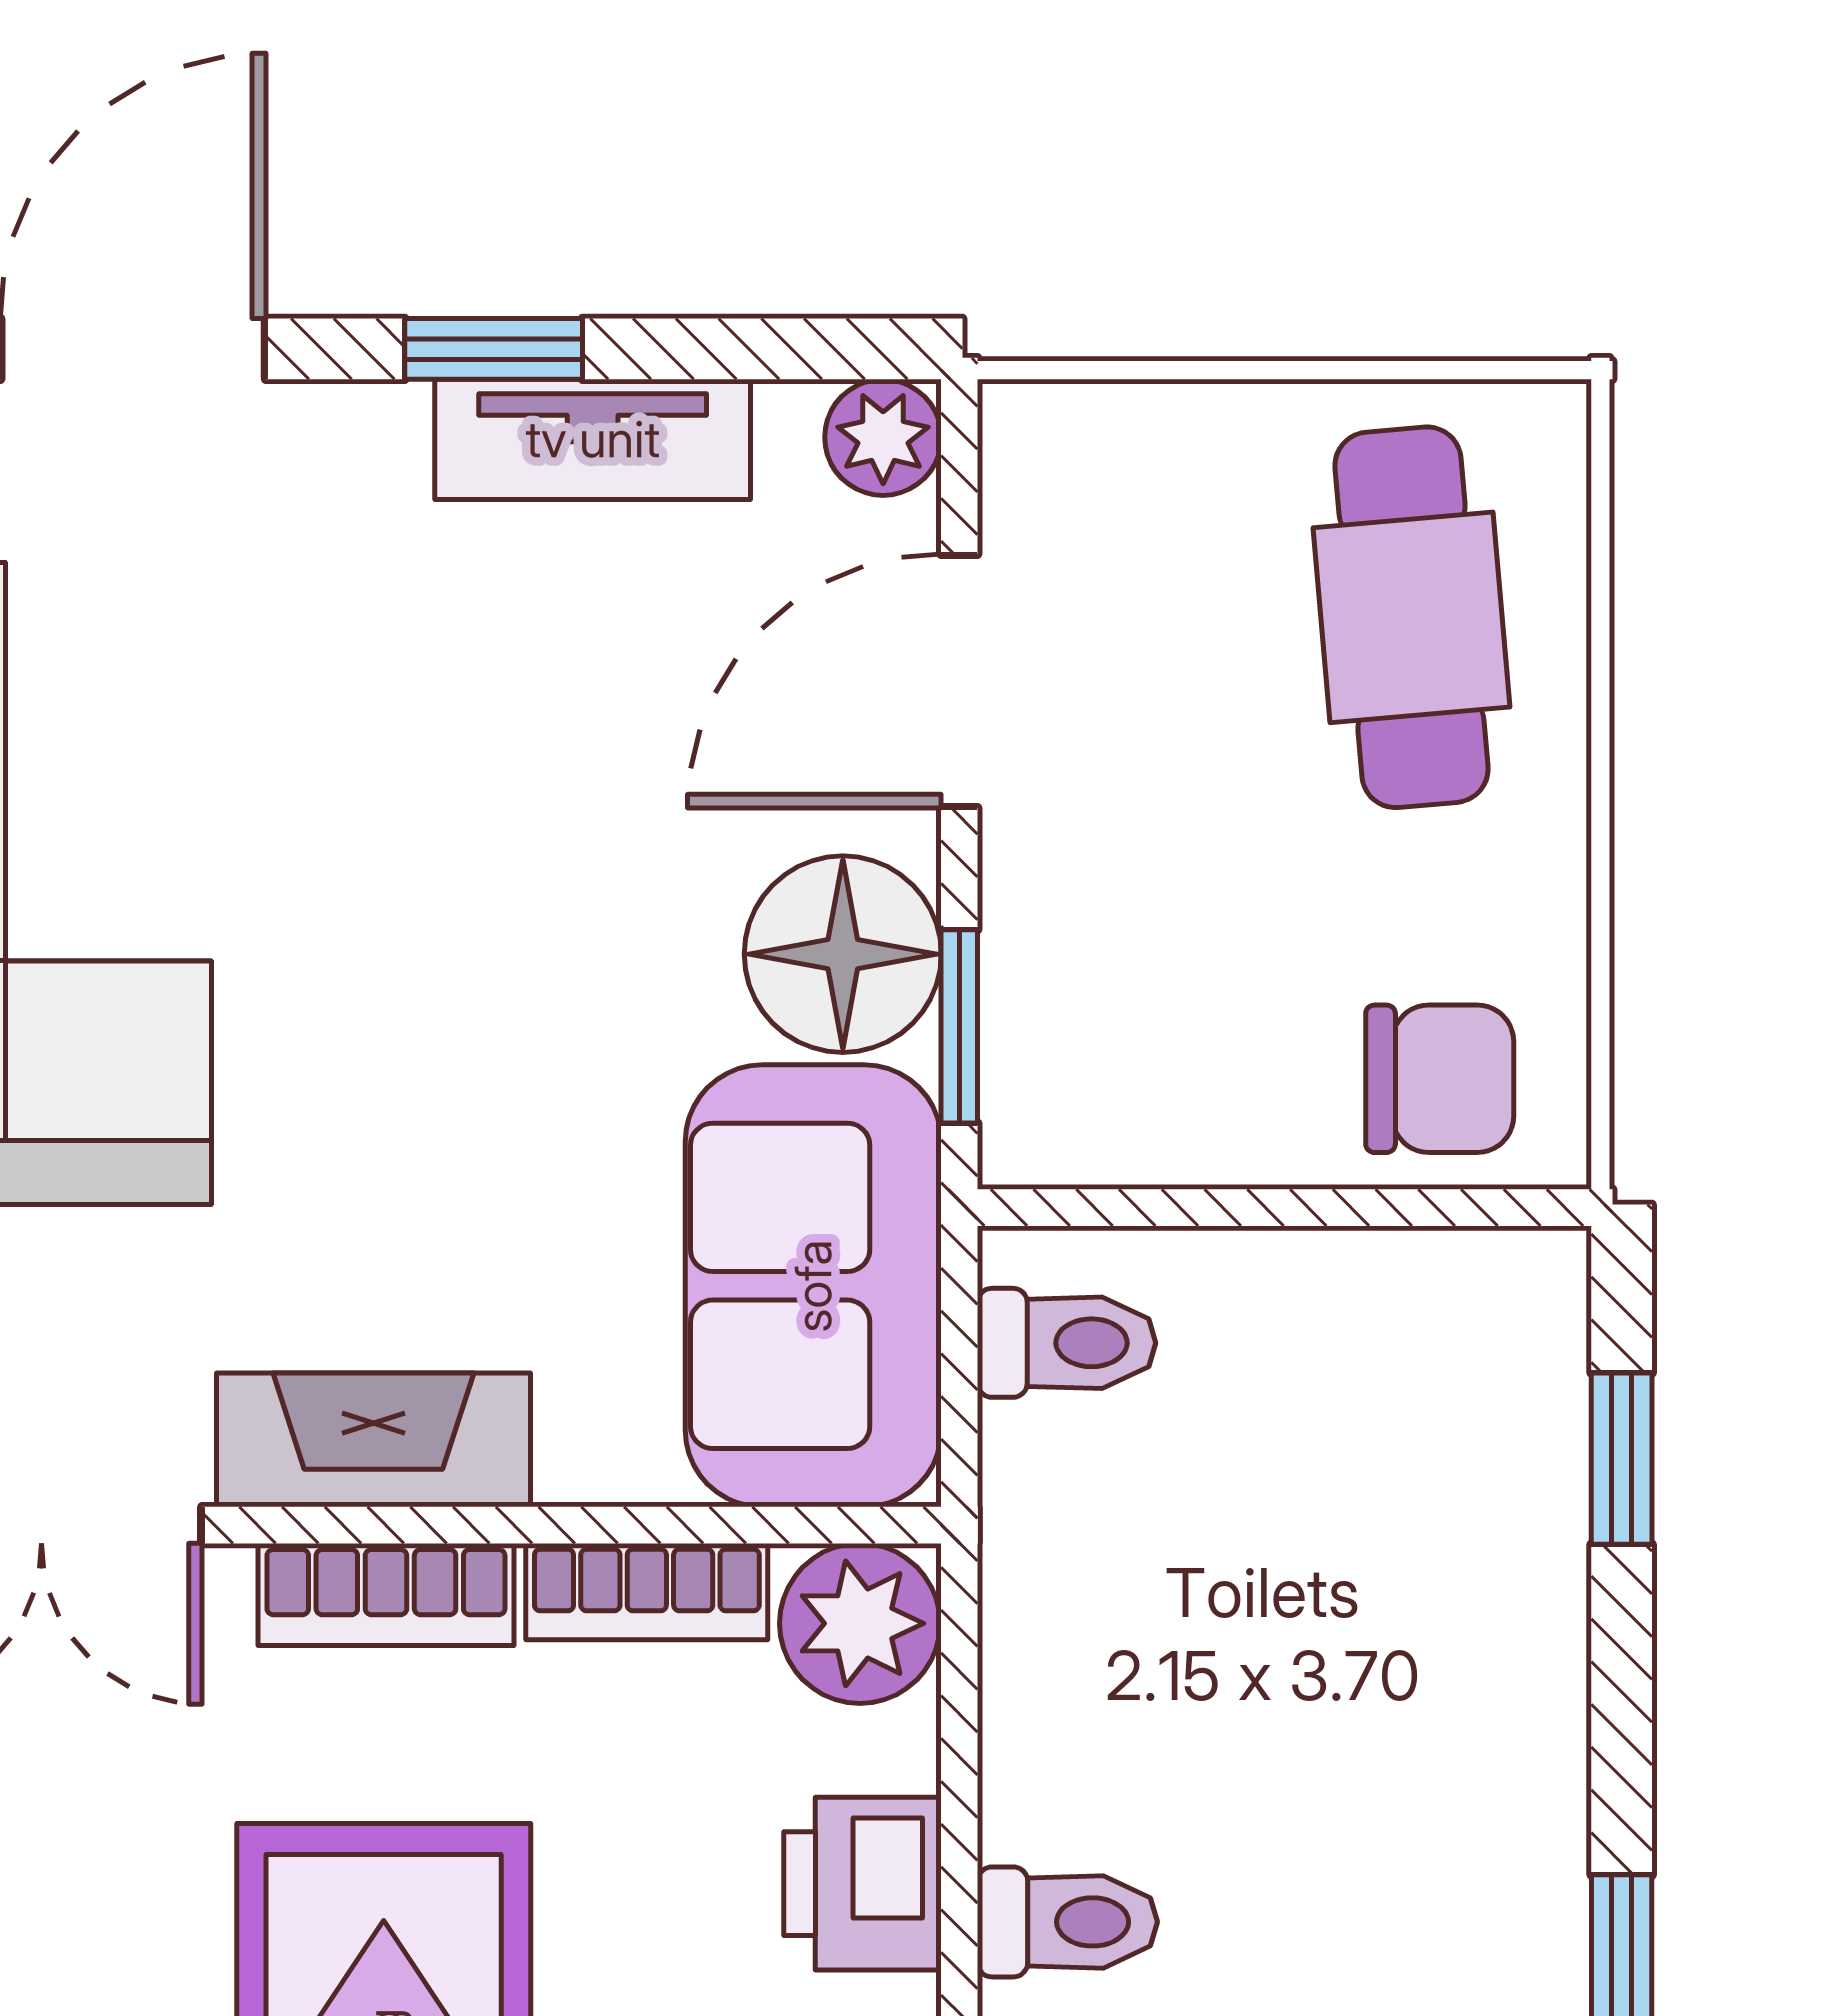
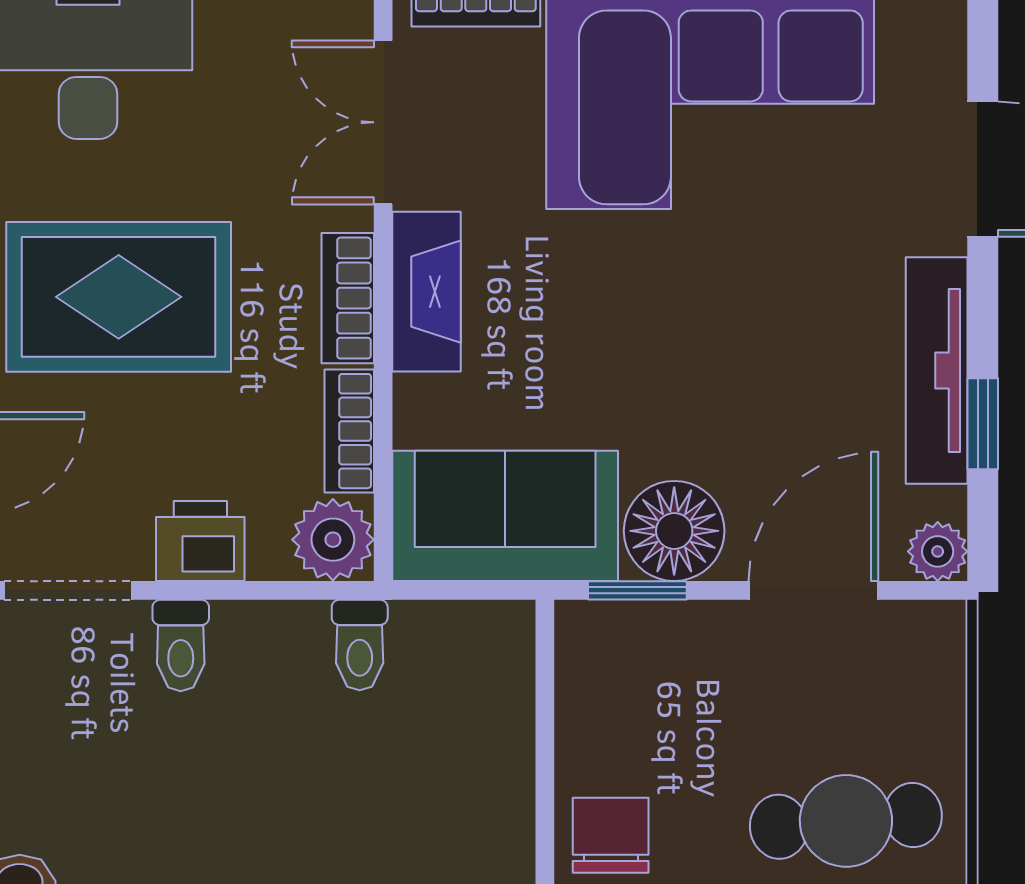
window: (494, 349) -> (983, 424), moved
tv unit: (593, 439) -> (937, 370), width x1.41
door: (959, 681) -> (813, 590), hinge flipped
chair: (1440, 1079) -> (611, 835), turned 180
toilet: (1067, 1343) -> (360, 645), moved

